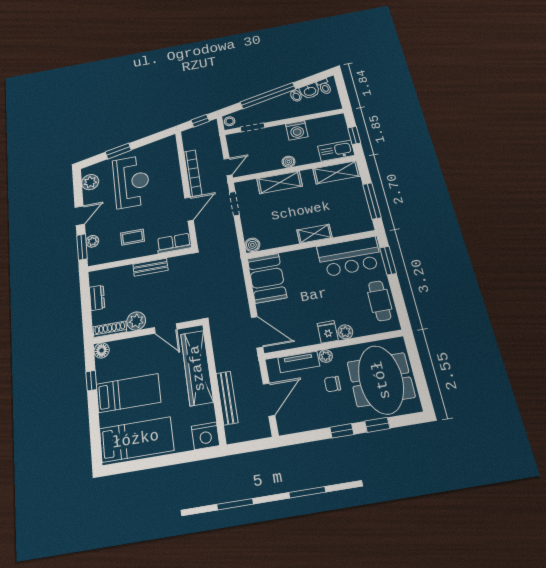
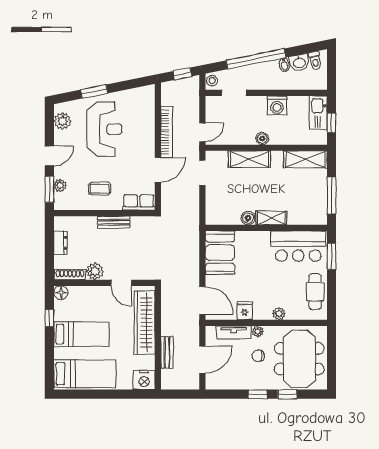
kitchen sink: (336, 151) -> (318, 112), moved, turned -90
boiler: (252, 245) -> (248, 218), moved
fridge: (328, 332) -> (244, 311), moved
bench: (227, 398) -> (167, 352), width x0.73

